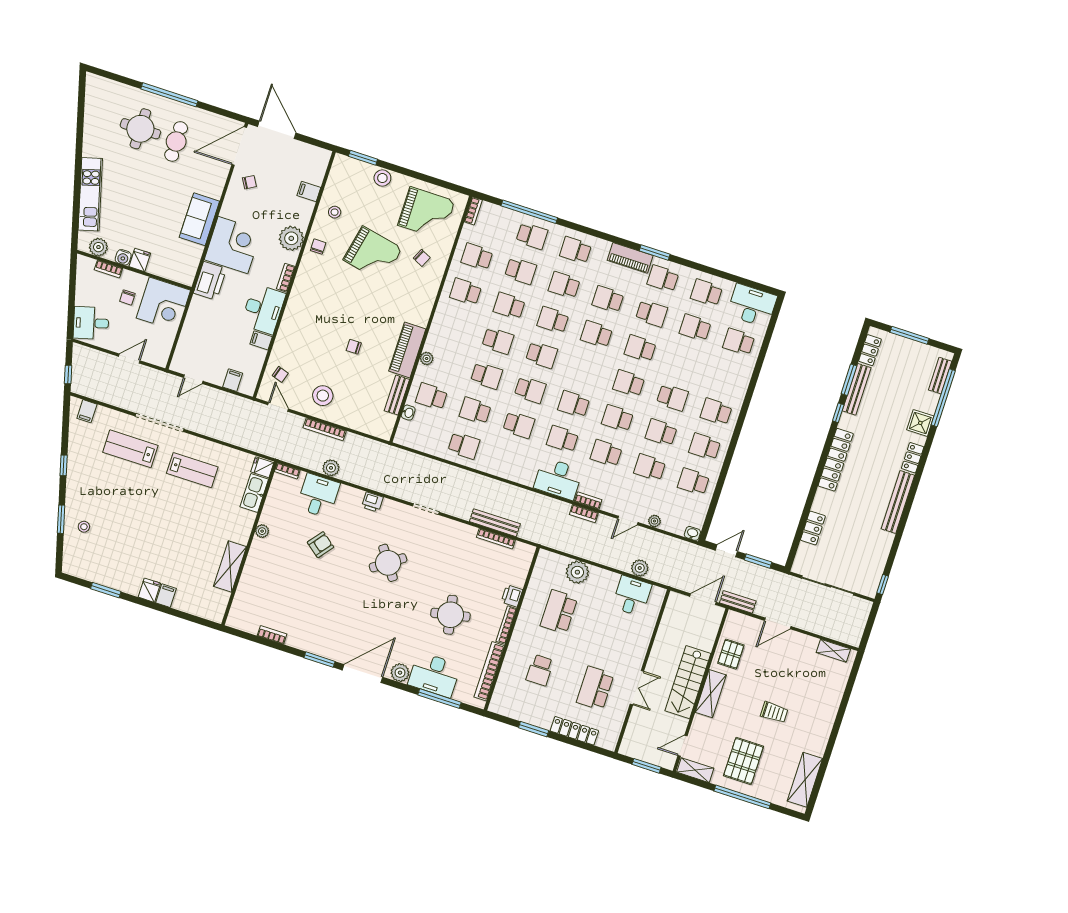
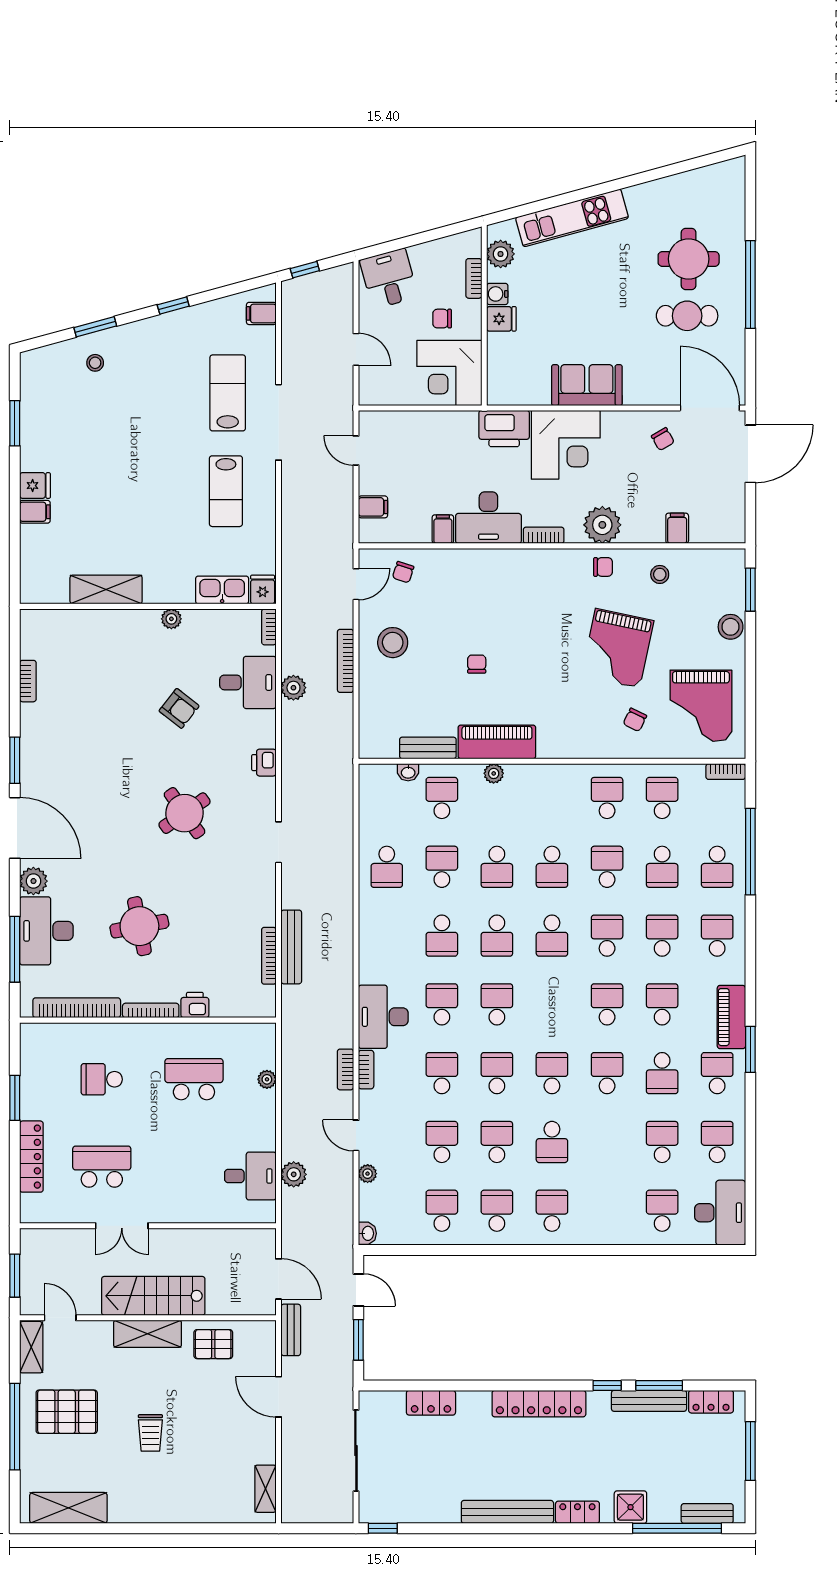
plant: (577, 572) -> (267, 1079), width x0.53, depth x0.53

